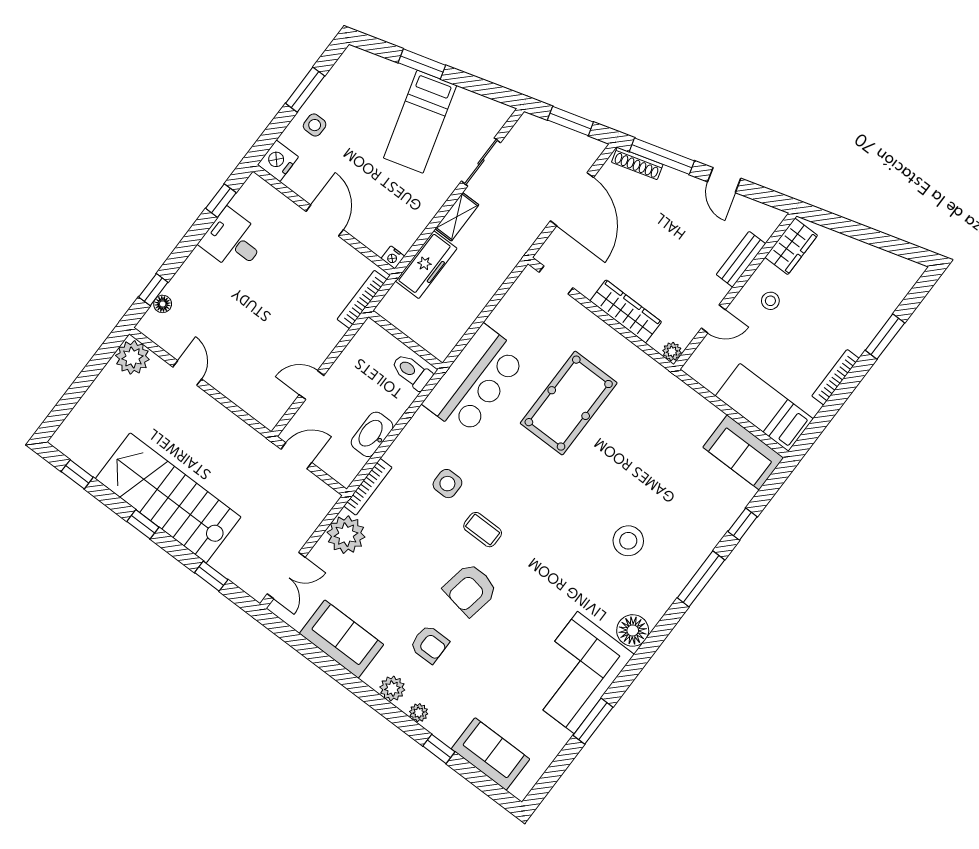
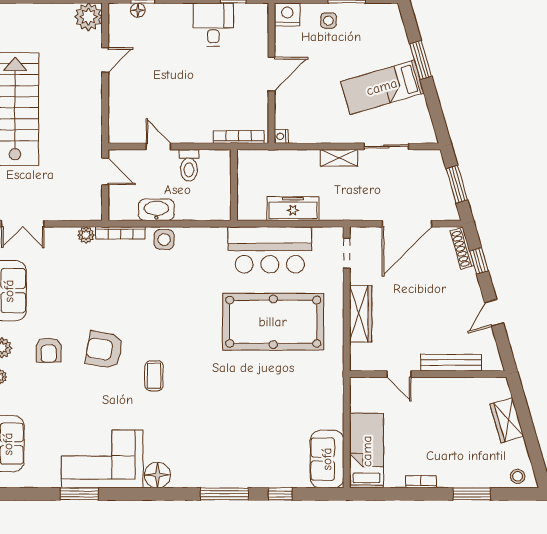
window: (662, 156) -> (479, 261), width x0.46
wardrobe: (791, 246) -> (507, 420), moved, turned 74
bench: (741, 259) -> (451, 363), width x1.36
freezer: (426, 265) -> (293, 209), moved, turned 180
stool: (770, 301) -> (518, 476), moved
plant: (672, 352) -> (357, 363), removed
toilet: (412, 372) -> (189, 165), moved, turned 180
bookcase: (835, 377) -> (421, 482), width x0.64
bar counter: (475, 380) -> (270, 250), moved
pool table: (569, 403) -> (273, 322), width x1.36, depth x1.32
side table: (447, 484) -> (164, 240), moved
coffee table: (483, 530) -> (154, 376), moved
plant: (346, 535) -> (86, 235), width x0.53, depth x0.53
stool: (628, 541) -> (213, 428), removed

